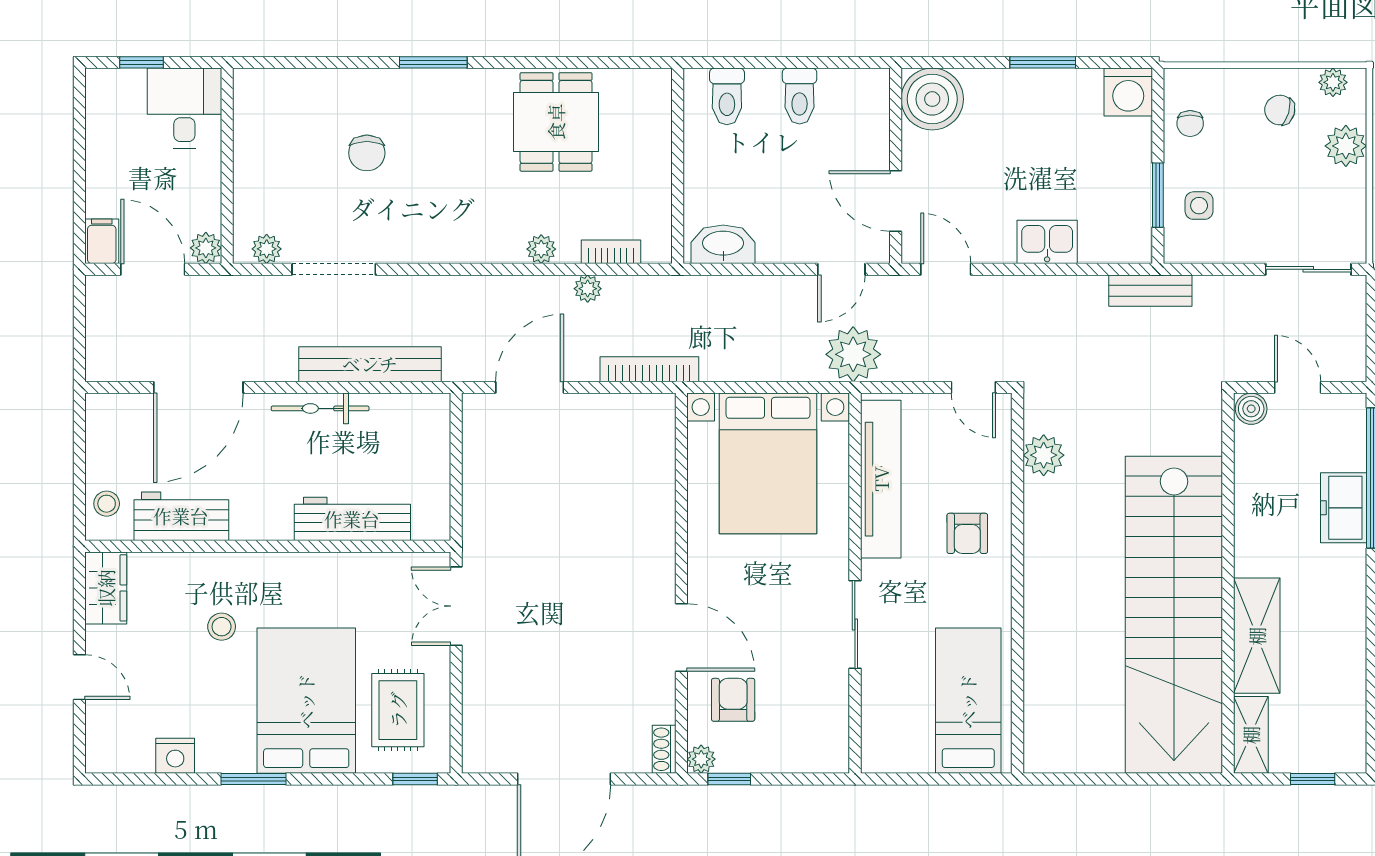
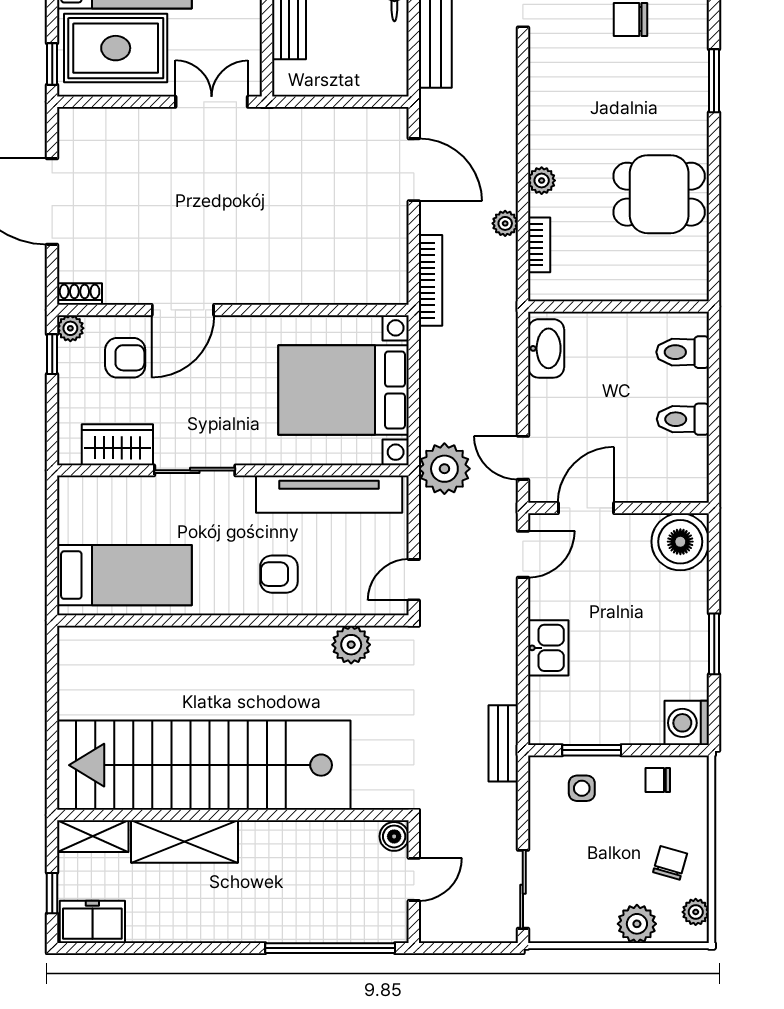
freezer: (1344, 508) -> (92, 922), moved
wardrobe: (827, 708) -> (117, 445), added
rug: (398, 710) -> (116, 48), width x1.36, depth x1.43

